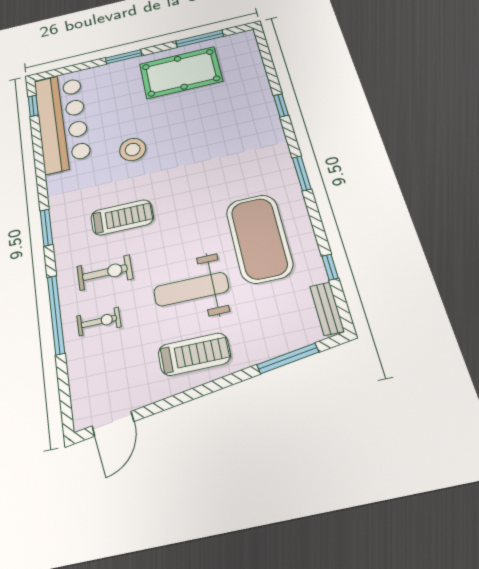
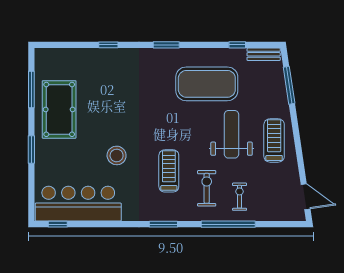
weight bench: (191, 289) -> (232, 134), turned 180

